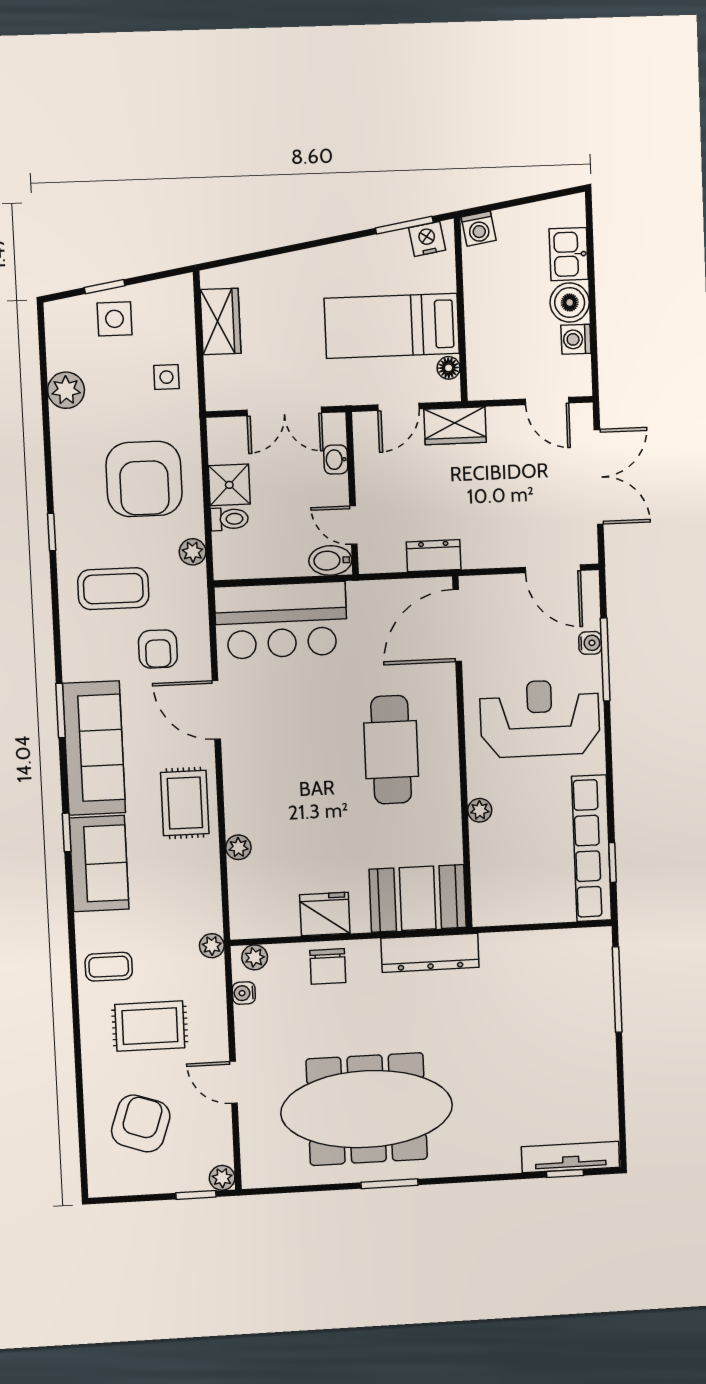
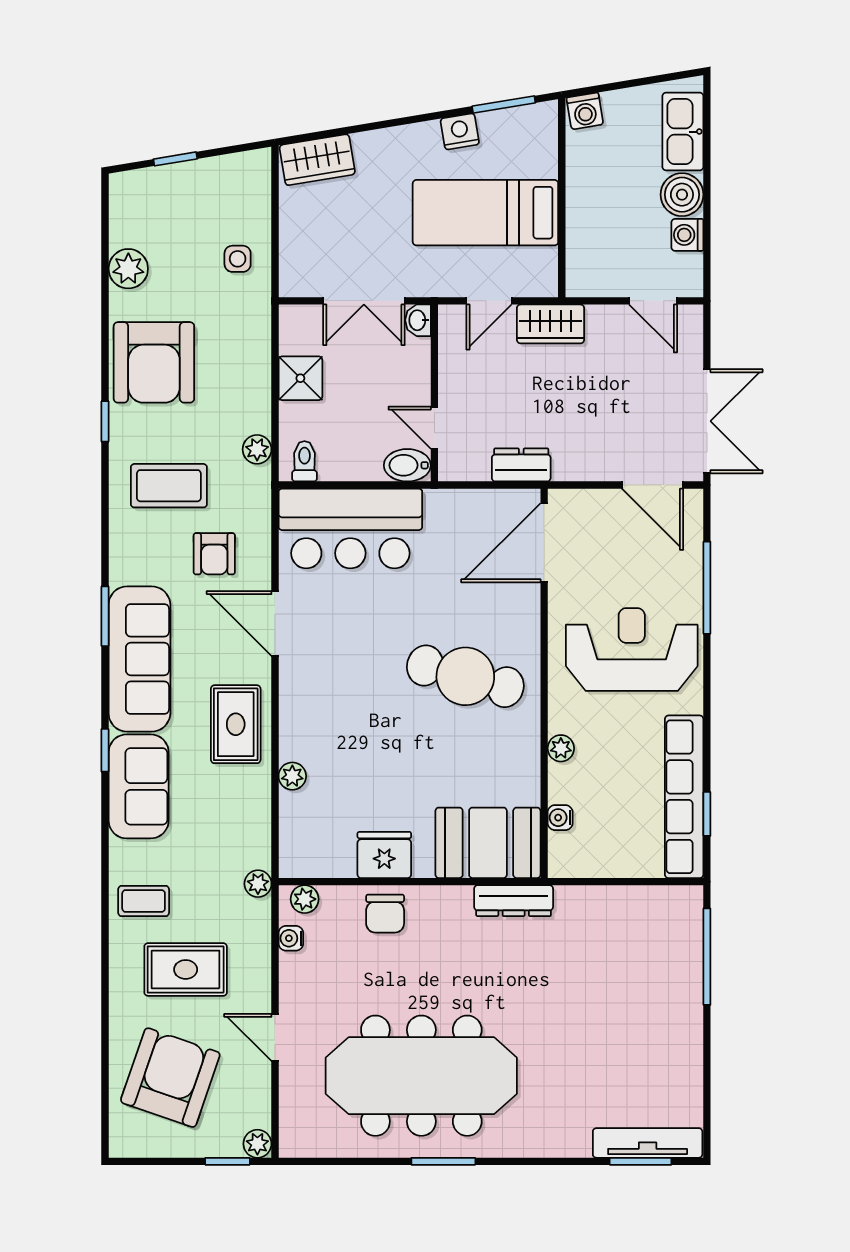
nightstand: (427, 239) -> (460, 132), moved
kitchen sink: (569, 254) -> (683, 132), width x1.38
side table: (115, 319) -> (184, 194), removed
wardrobe: (221, 322) -> (317, 160), moved, turned 81
floor lamp: (449, 368) -> (546, 261), removed
washbasin: (336, 460) -> (418, 320), moved
double door: (599, 477) -> (707, 421), moved
armchair: (144, 479) -> (154, 362), moved
toilet: (229, 519) -> (304, 461), moved, turned -90
water cooler: (590, 643) -> (560, 818), moved, turned 180
cafe table: (391, 750) -> (465, 676), turned -75
dresser: (430, 953) -> (514, 901), width x0.73, depth x0.80
armchair: (141, 1123) -> (170, 1078), width x1.36, depth x1.36
window: (565, 1174) -> (641, 1161), width x1.50

